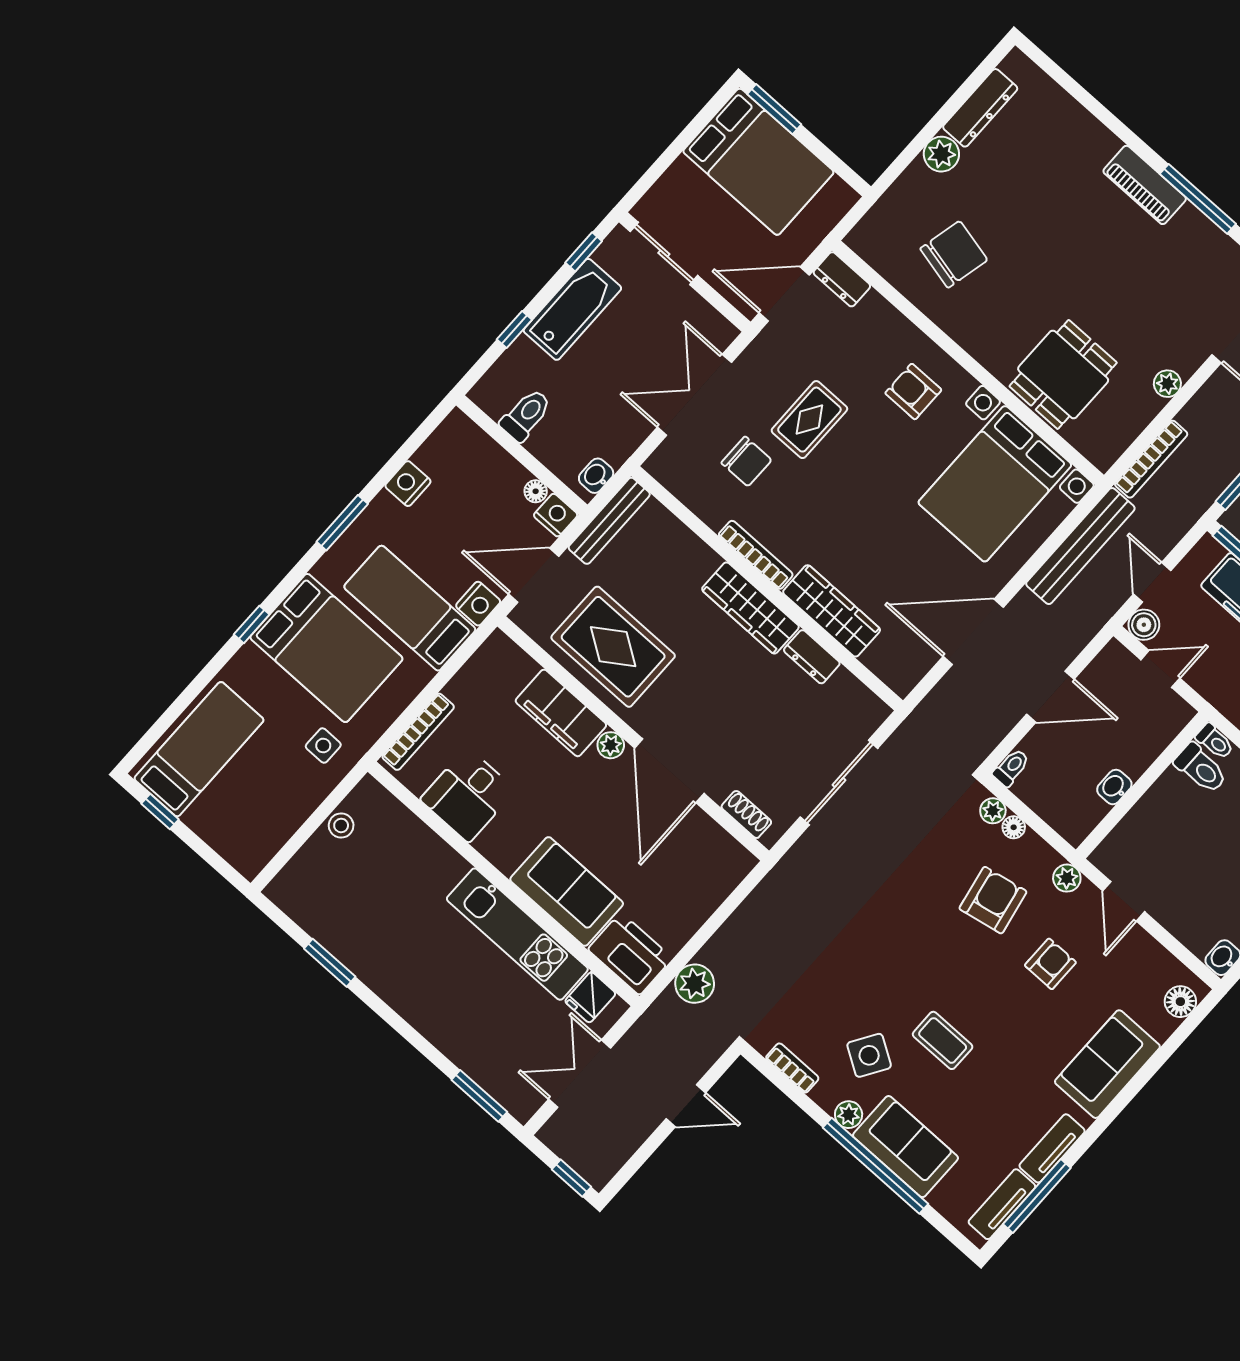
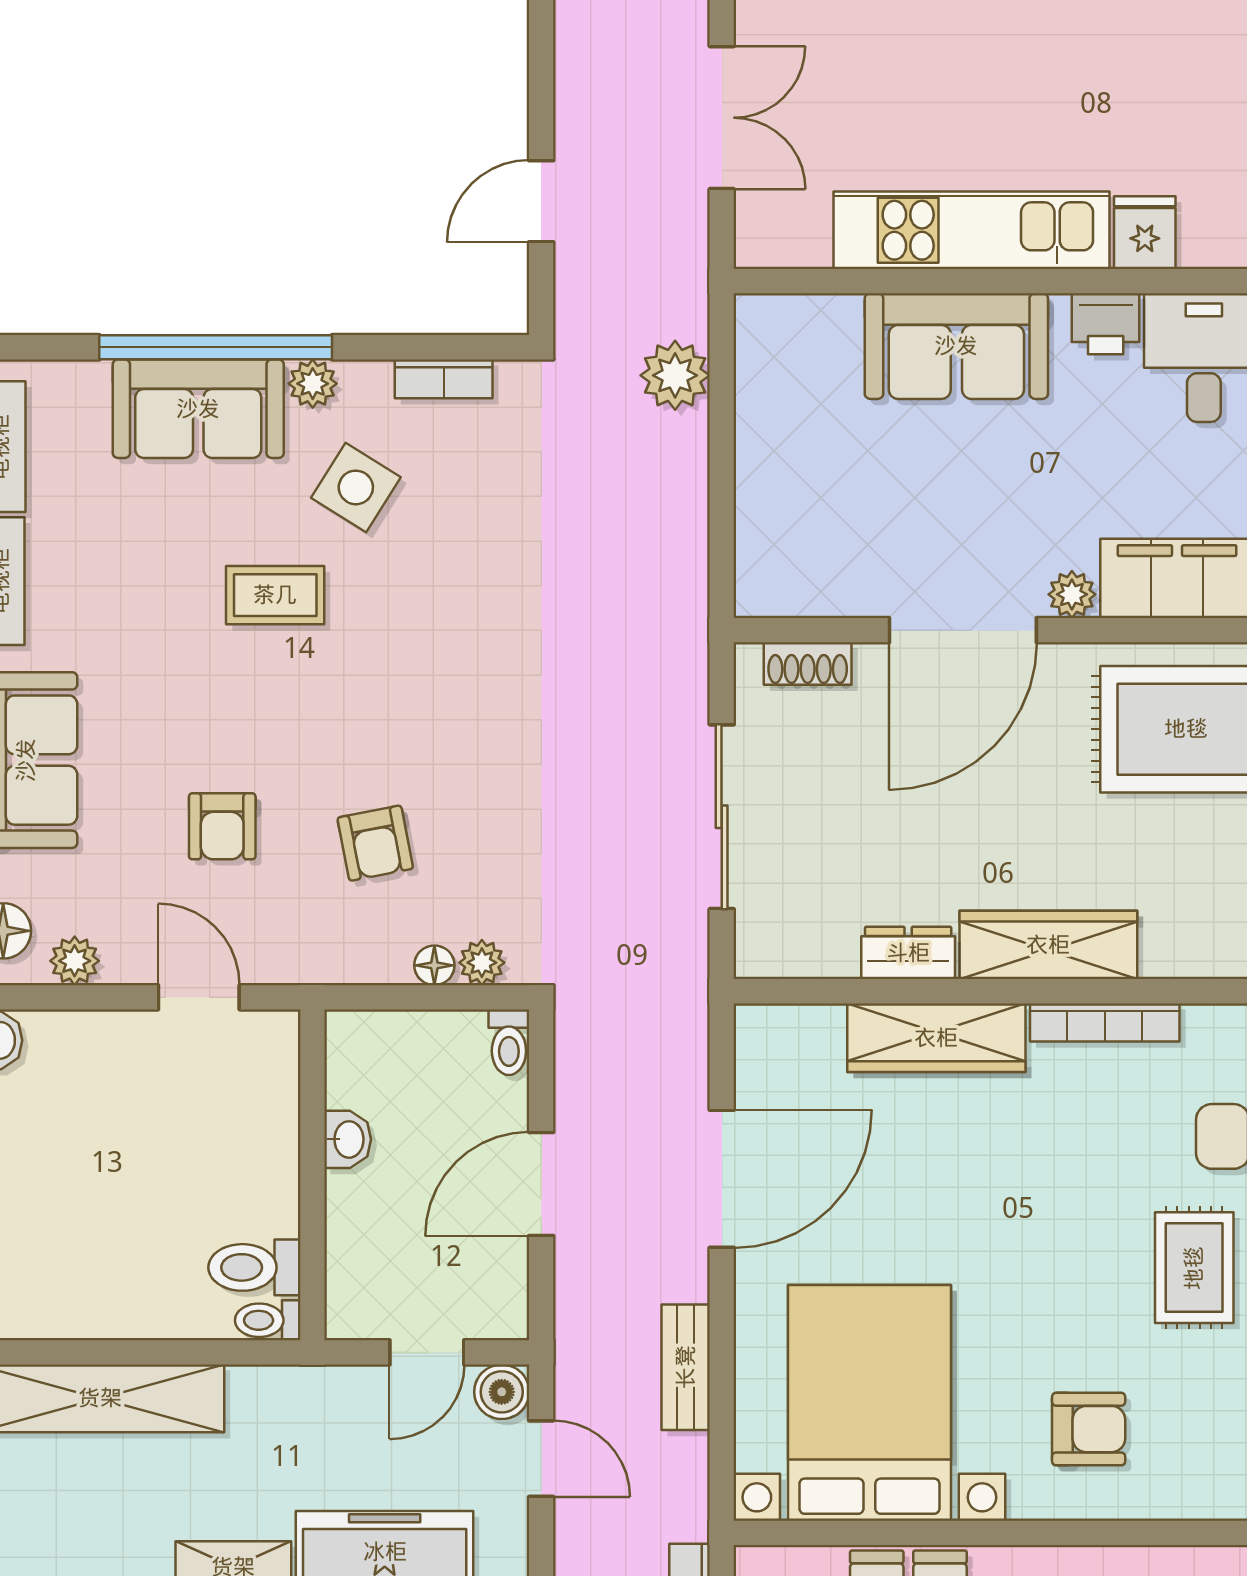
bench: (1080, 546) -> (686, 1367), width x0.54, depth x0.82
door: (669, 771) -> (963, 630), swing flipped
plant: (1067, 878) -> (75, 961), moved
armchair: (993, 900) -> (375, 843), width x0.72, depth x0.72
printer: (630, 954) -> (1106, 324), moved, width x0.53, depth x0.68
fridge: (590, 997) -> (1145, 233), moved

